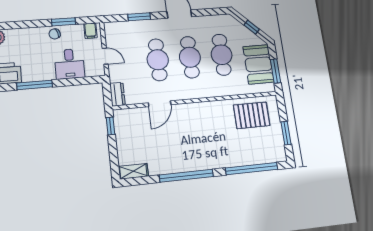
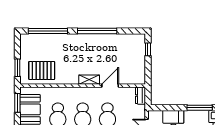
window: (110, 126) -> (148, 49), moved
window: (286, 133) -> (17, 68), moved
shelving: (133, 171) -> (89, 80), moved

